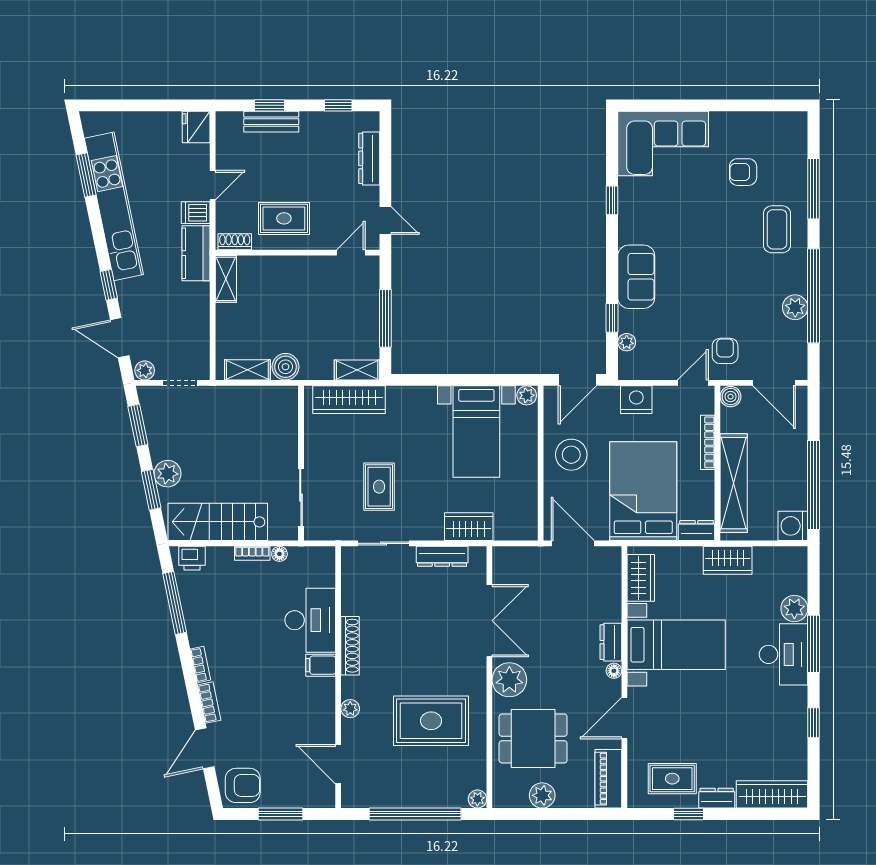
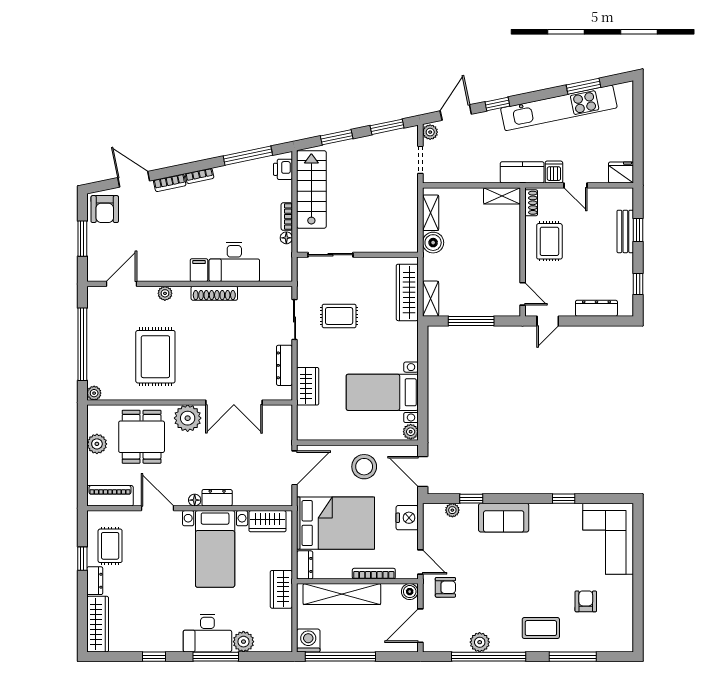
plant: (167, 474) -> (349, 150), removed

